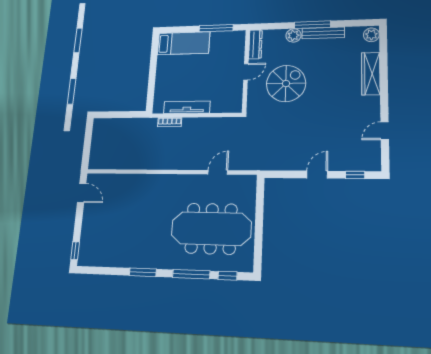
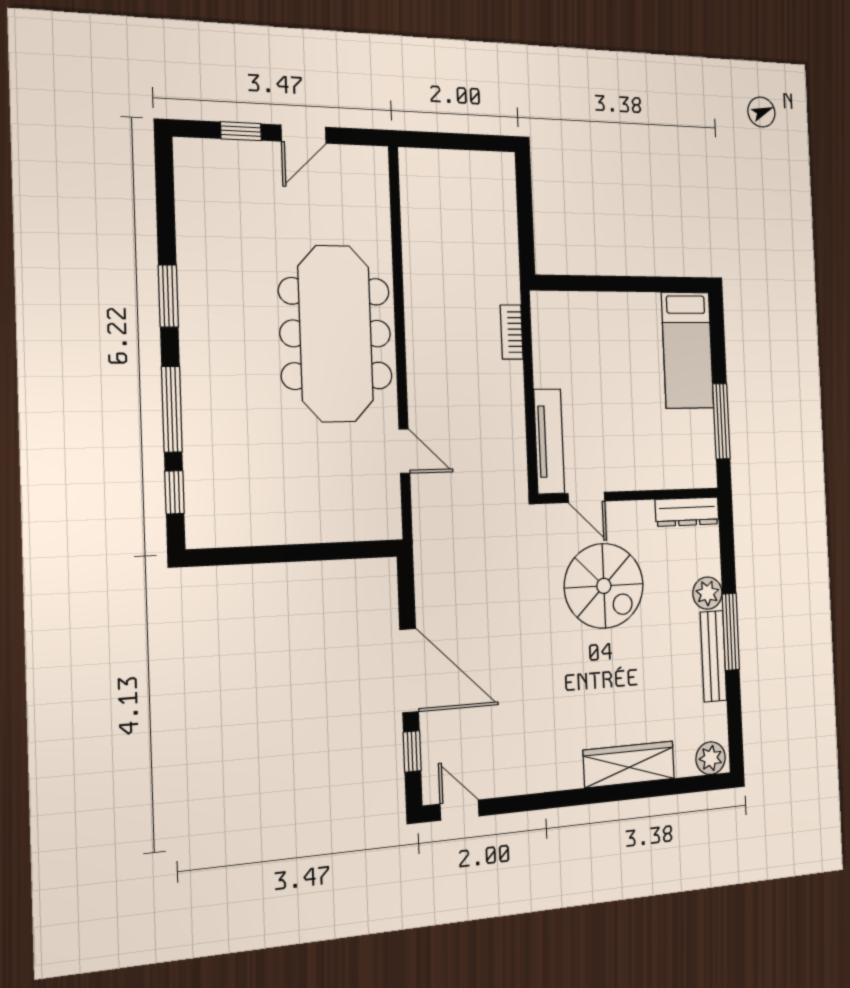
door: (246, 72) -> (586, 497), moved
tv unit: (187, 107) -> (549, 441), moved
door: (385, 131) -> (460, 810), moved
door: (317, 175) -> (409, 671), width x1.87
door: (82, 193) -> (304, 134), moved
meeting table: (211, 229) -> (336, 334), moved
window: (75, 251) -> (241, 131), moved

